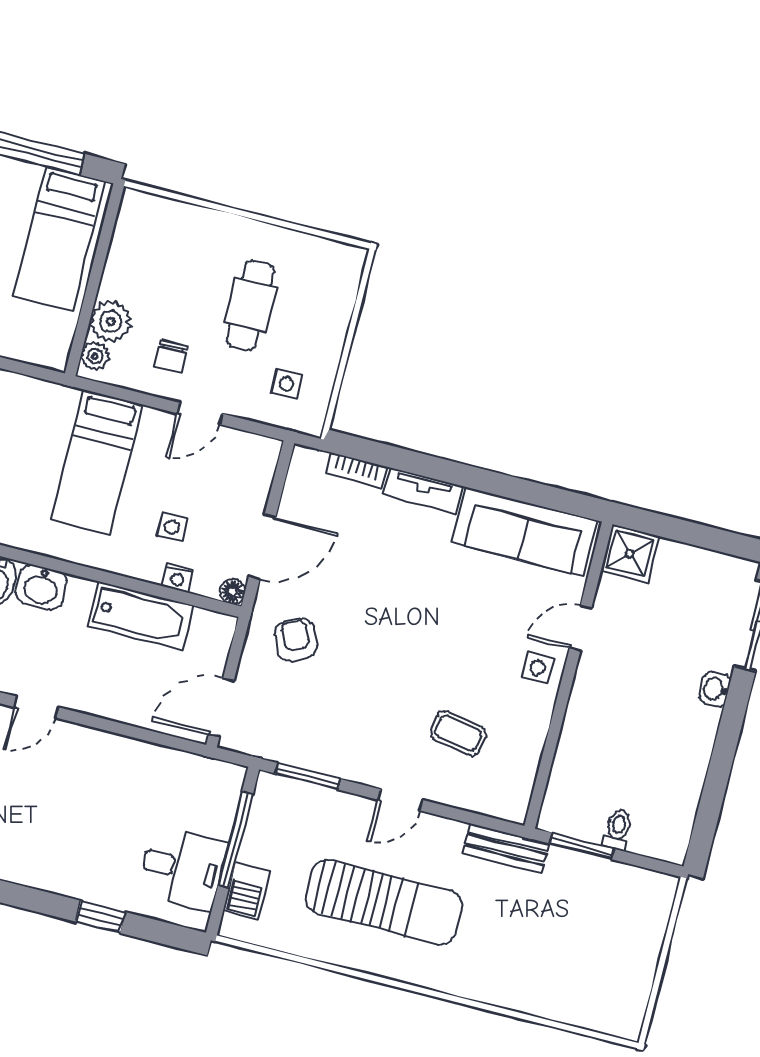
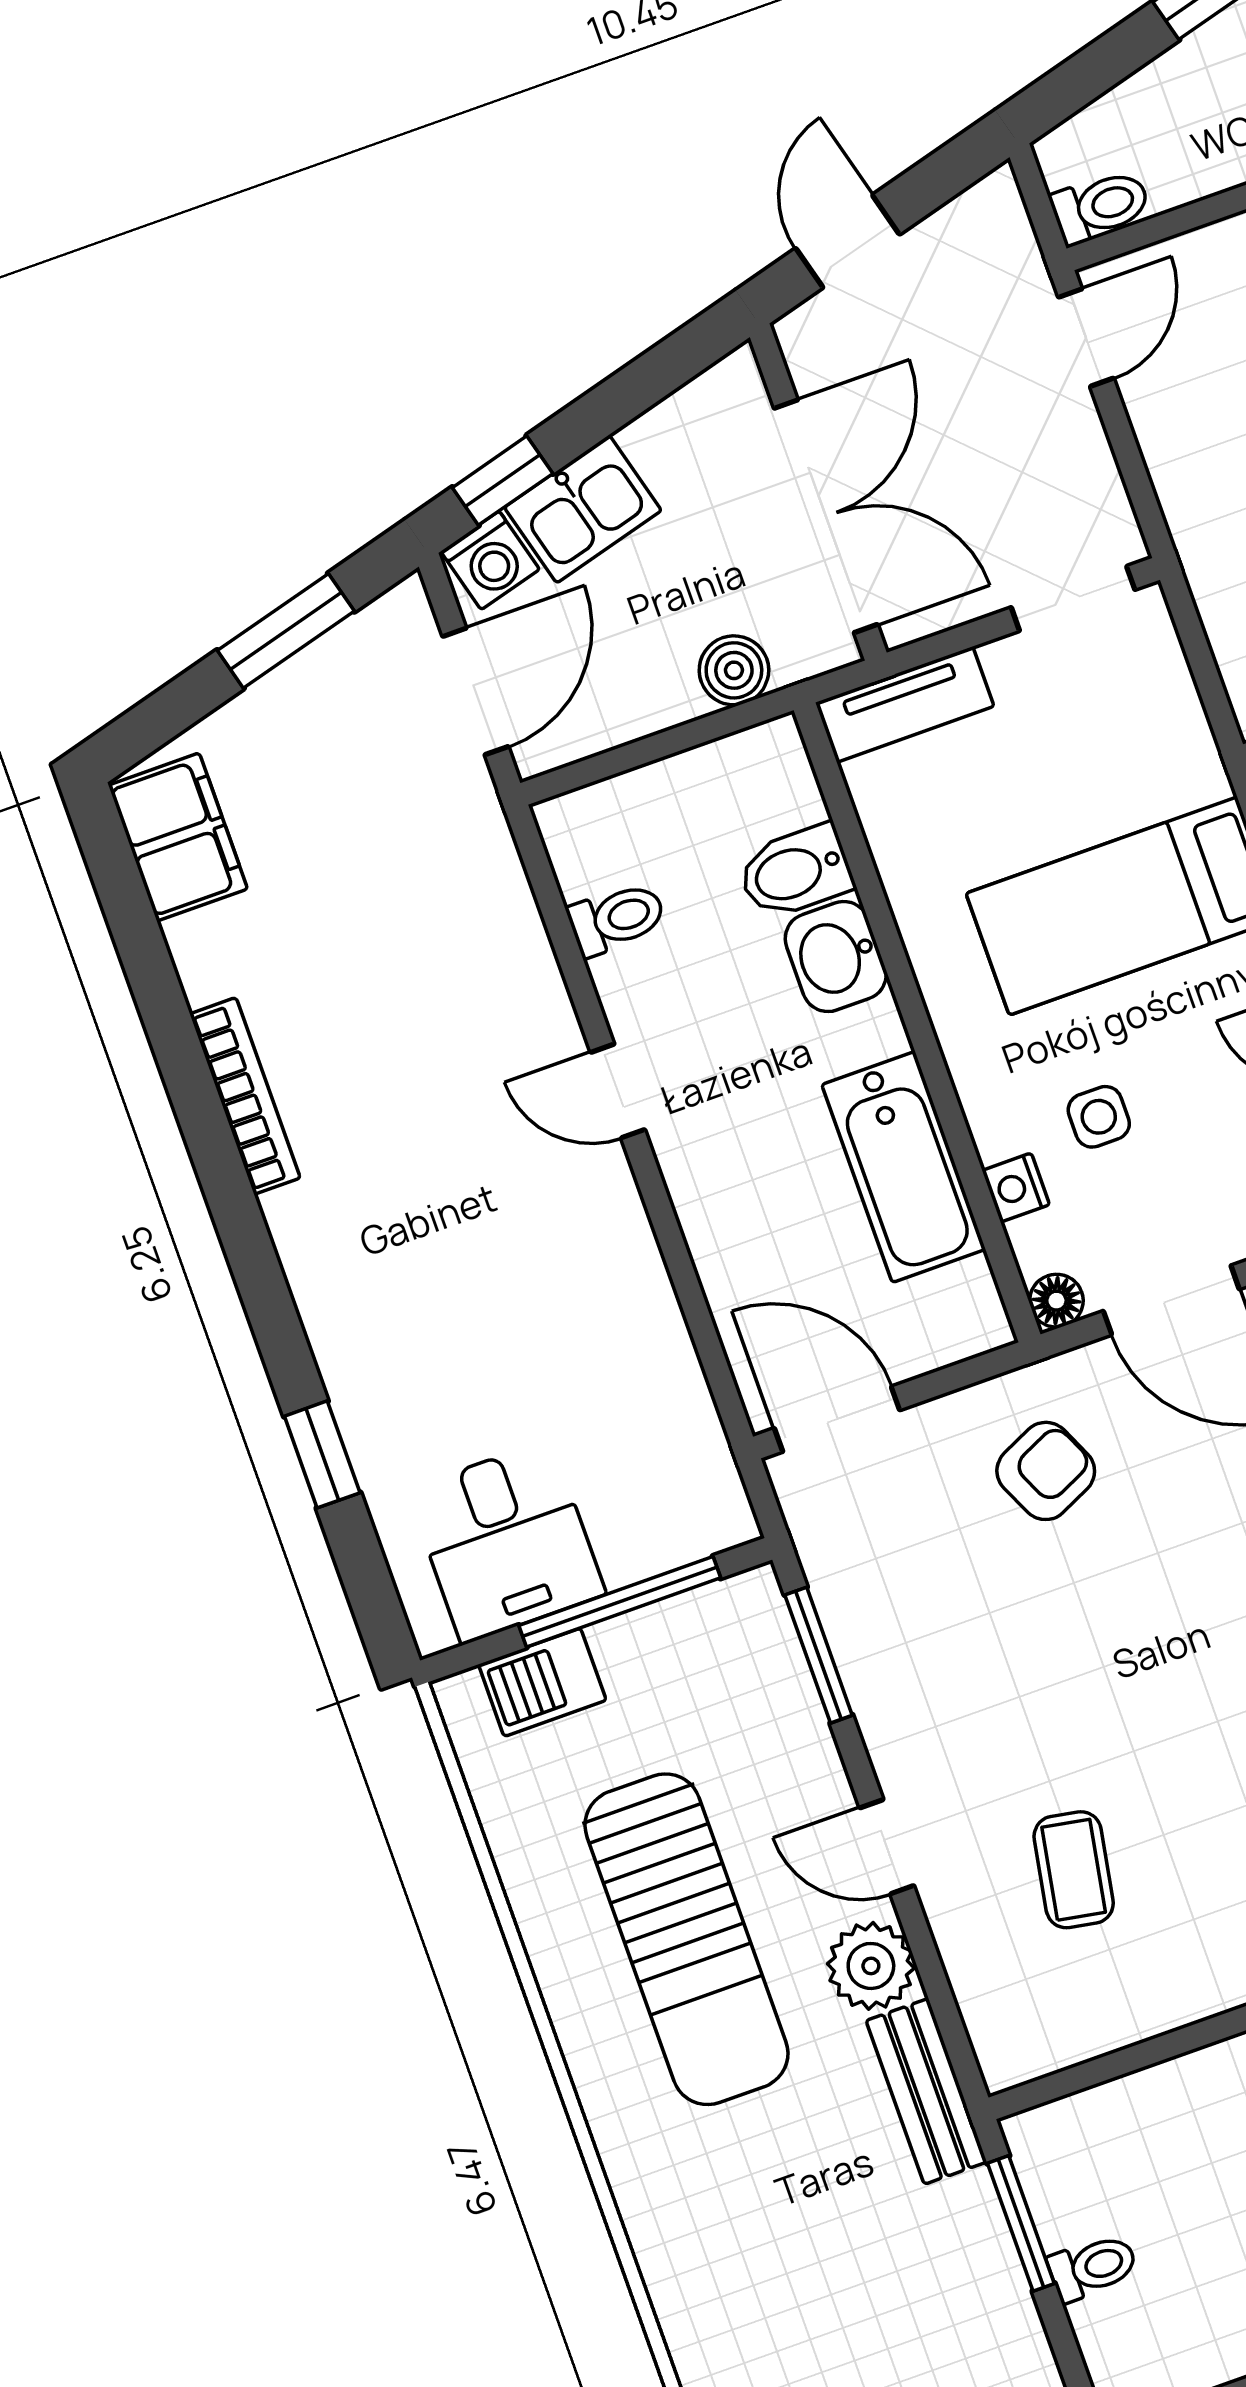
plant: (443, 837) -> (871, 1966), added

